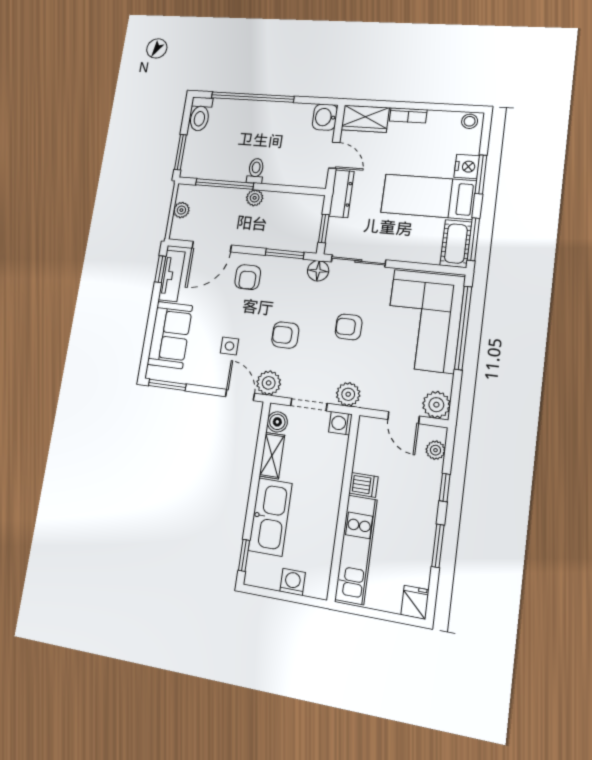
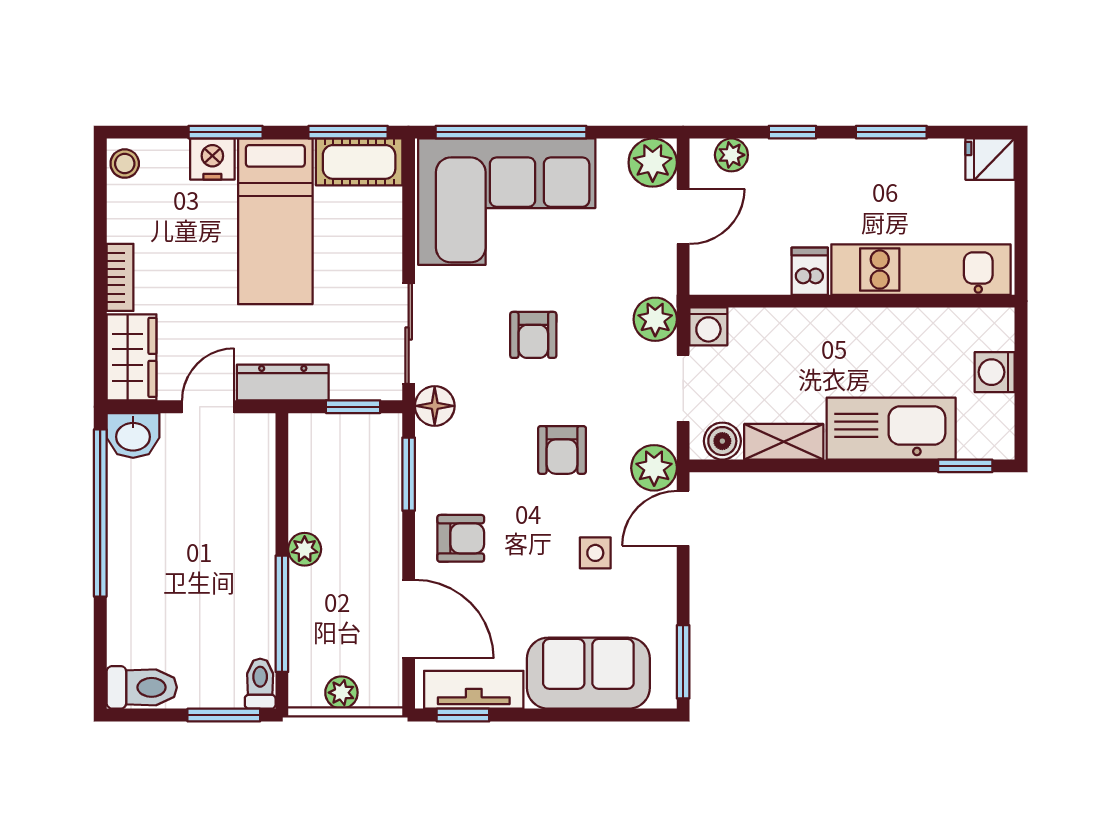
window: (252, 97) -> (100, 513), moved
toilet: (256, 171) -> (260, 684), moved, turned 90

